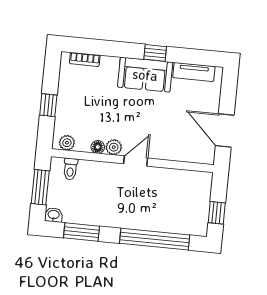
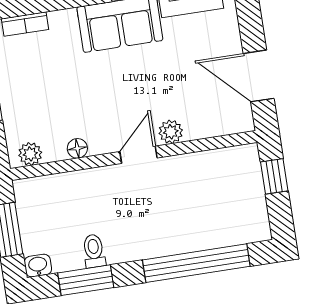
plant: (114, 147) -> (171, 132), moved
toilet: (70, 169) -> (94, 251), moved, turned 180
window: (217, 213) -> (274, 176), moved

